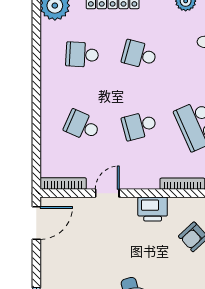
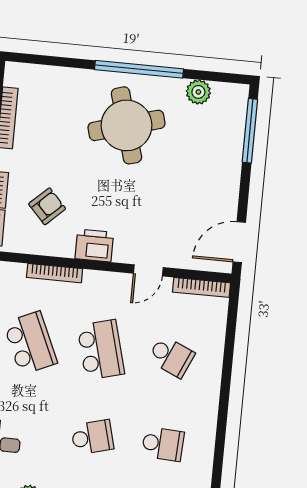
school desk: (139, 55) -> (92, 437), turned -30
school desk: (139, 126) -> (101, 350), width x1.85

